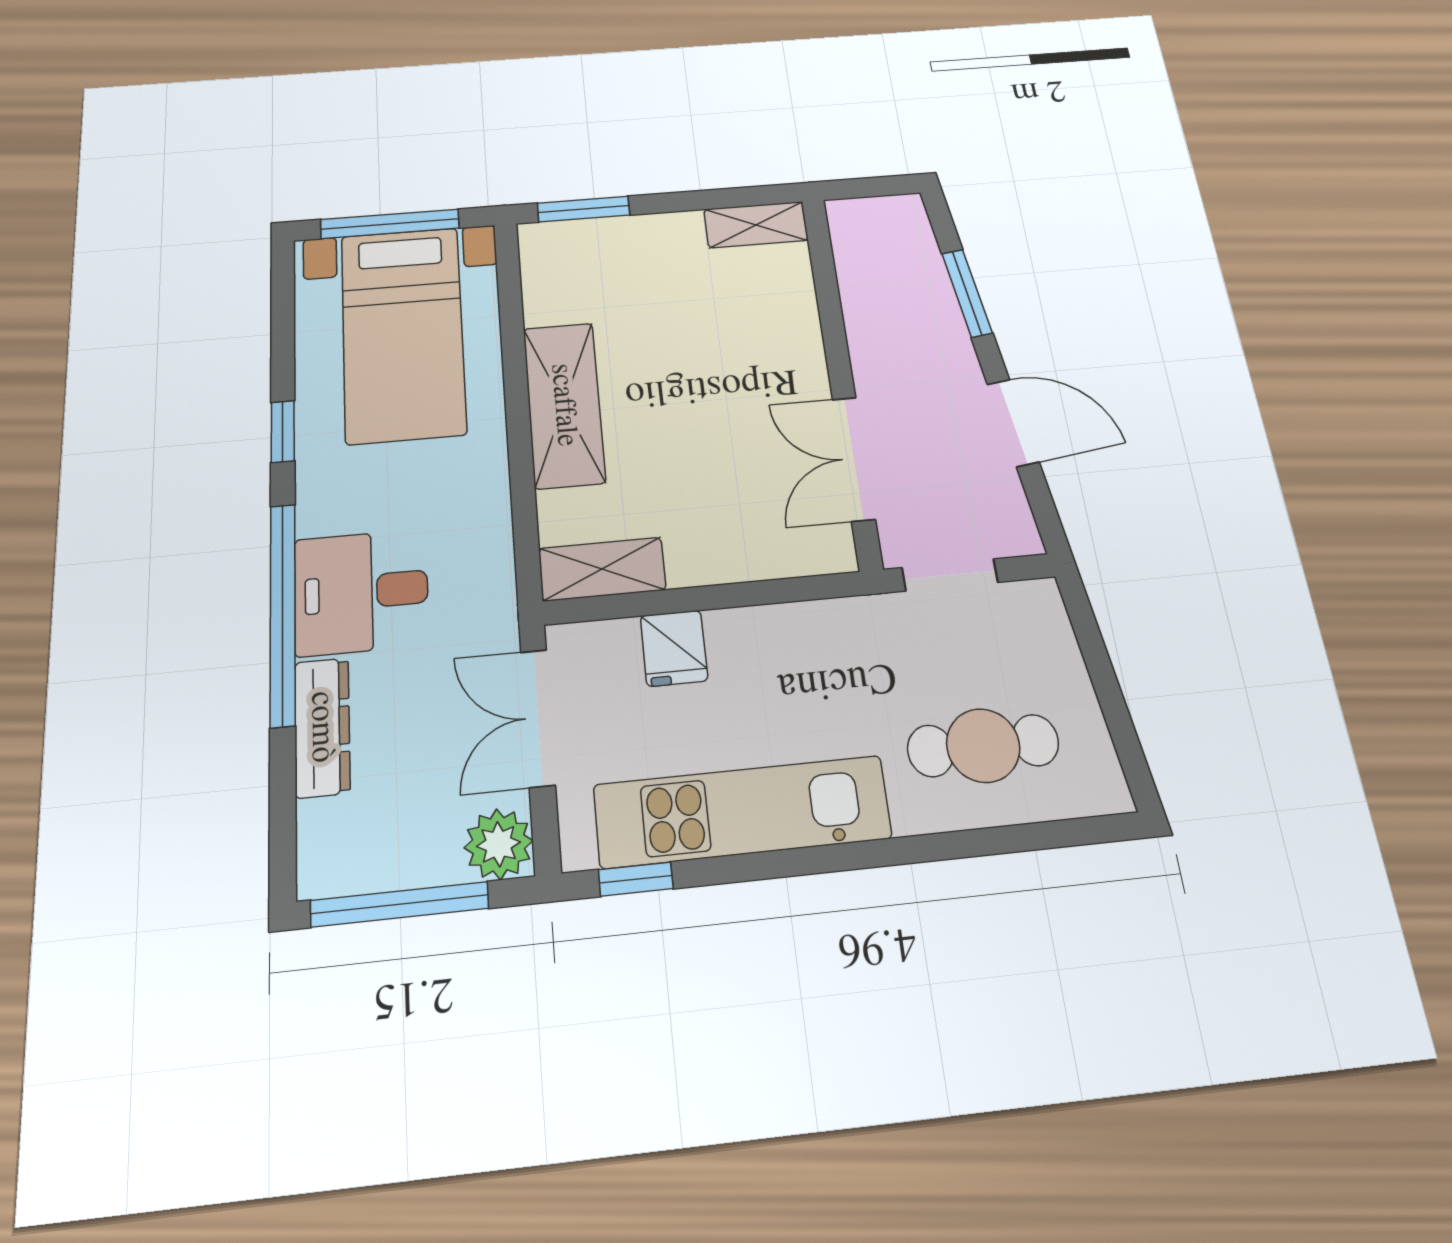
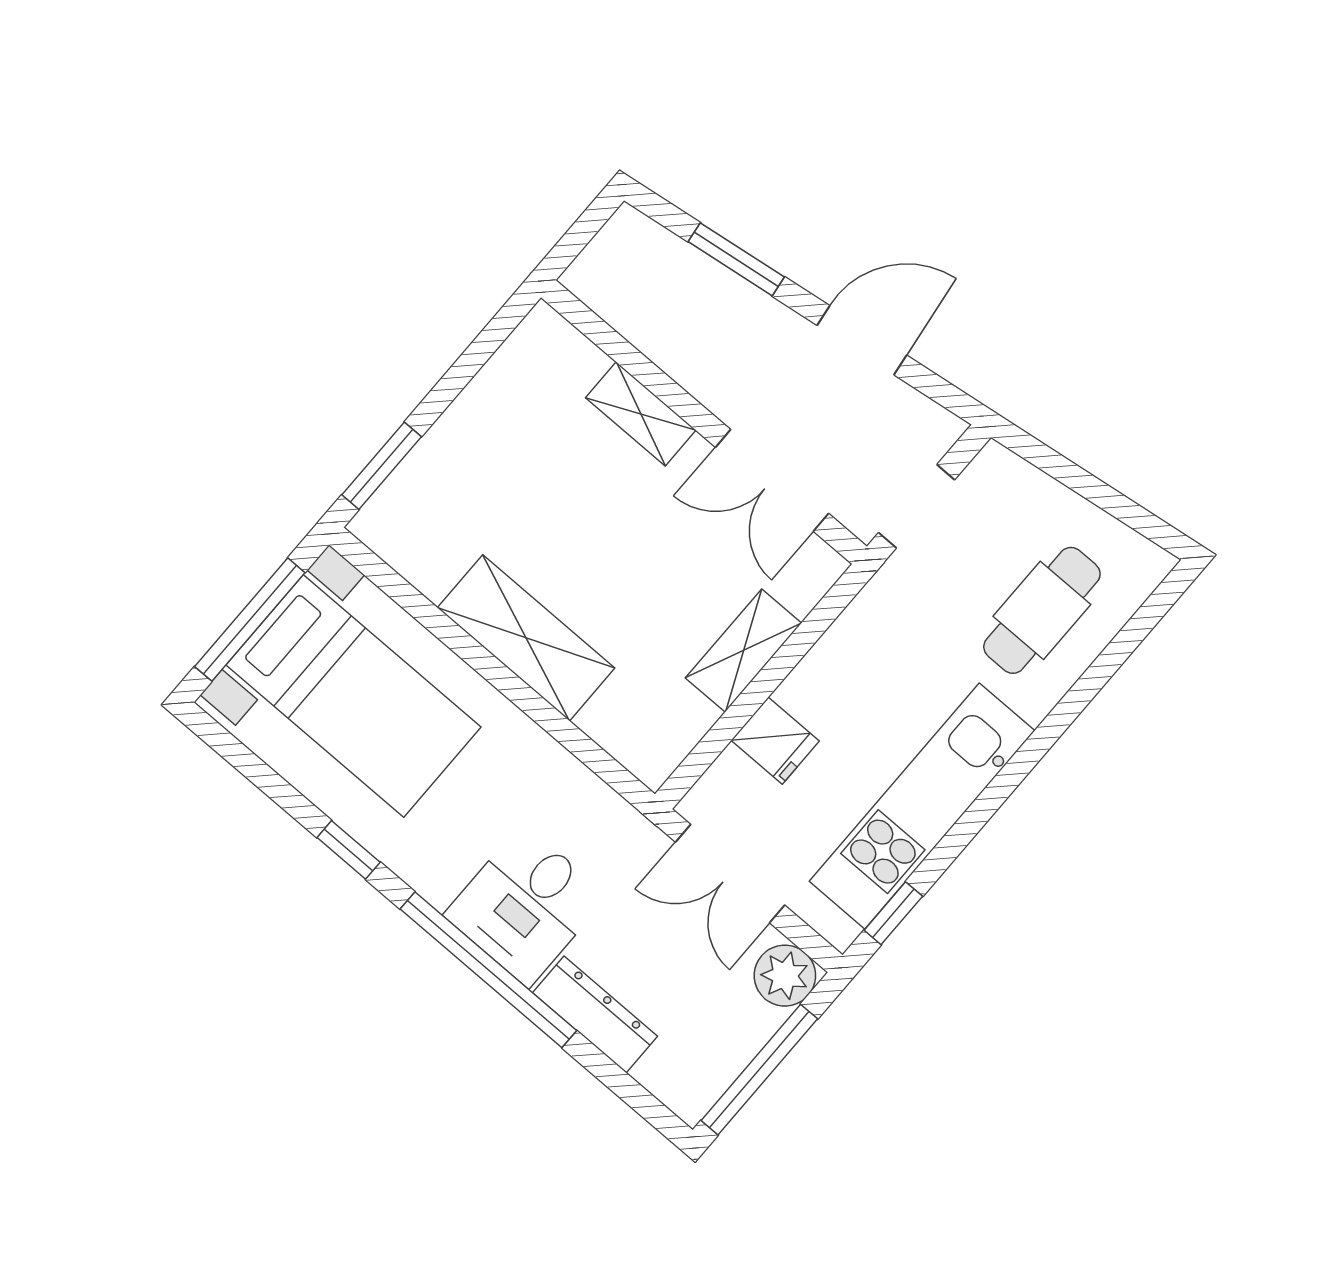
shelving: (756, 225) -> (641, 414), moved, turned 90
shelving: (602, 569) -> (743, 651), moved

